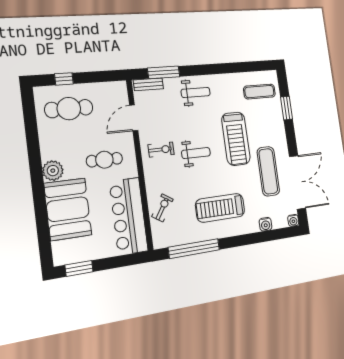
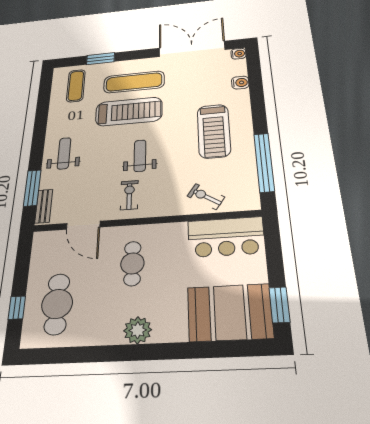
exercise mat: (268, 171) -> (134, 82), moved
booth: (68, 209) -> (230, 312), moved
bar counter: (129, 216) -> (226, 237), width x0.73

